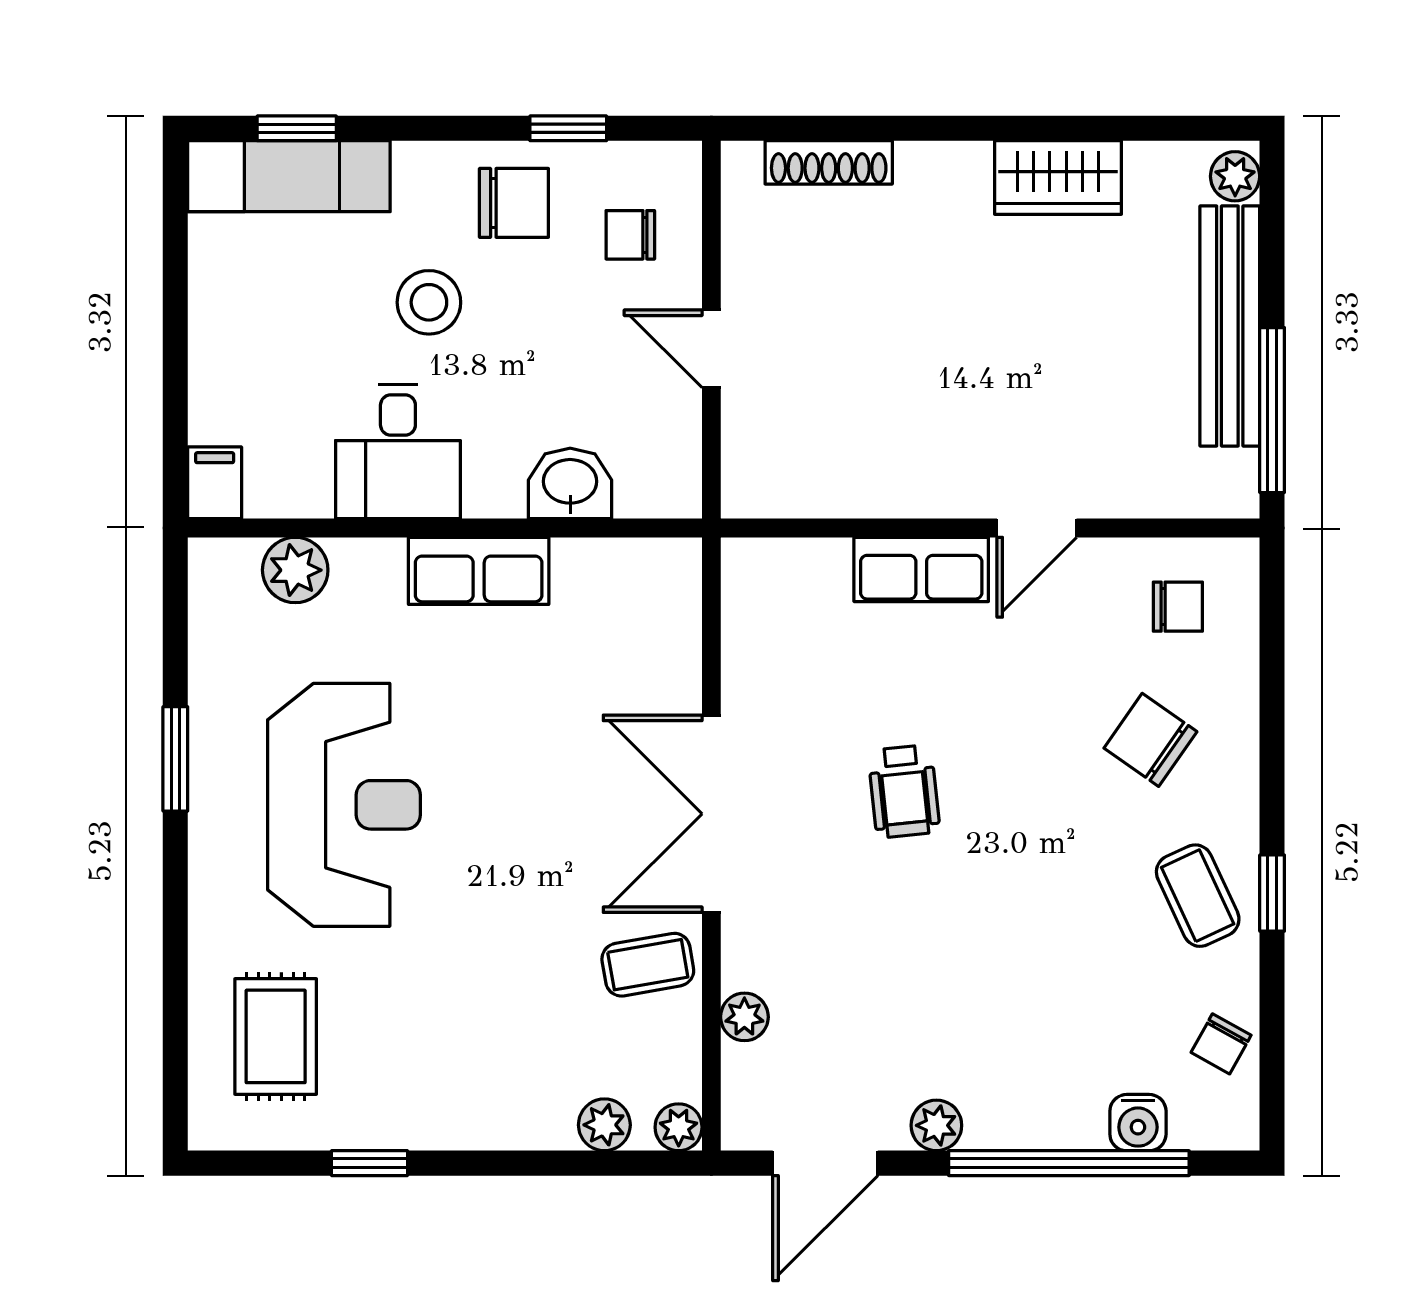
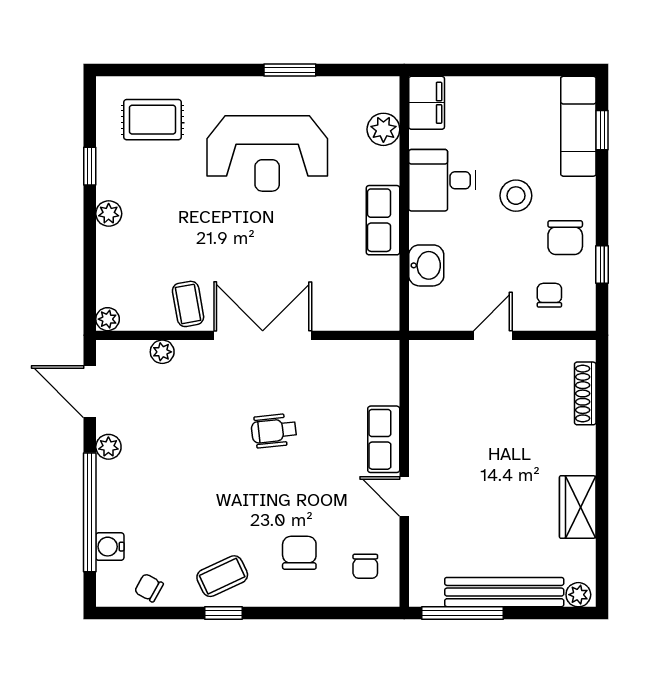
filing cabinet: (215, 483) -> (427, 103), width x2.00
chair: (1150, 740) -> (299, 553), turned -35
plant: (604, 1125) -> (109, 214), moved

